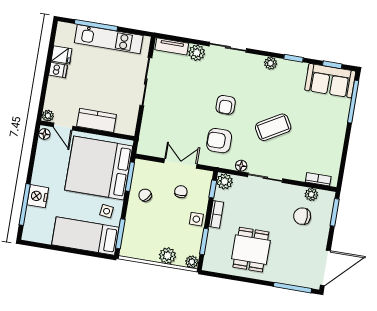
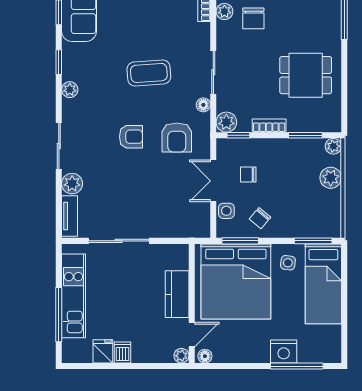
coffee table: (273, 127) -> (149, 73), turned -64
side table: (196, 219) -> (226, 211), moved

